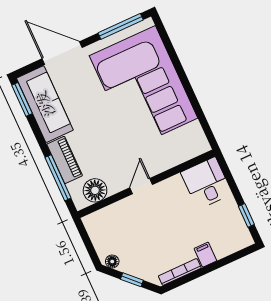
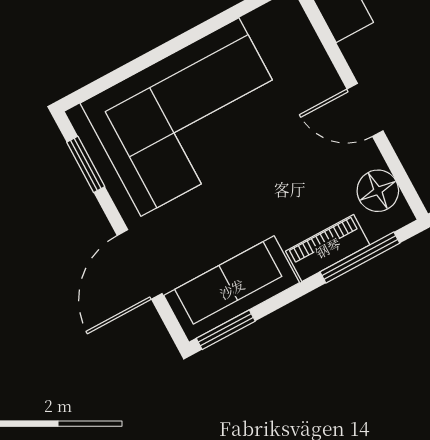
window: (121, 26) -> (86, 164), width x0.69
door: (141, 186) -> (365, 110), width x1.37

